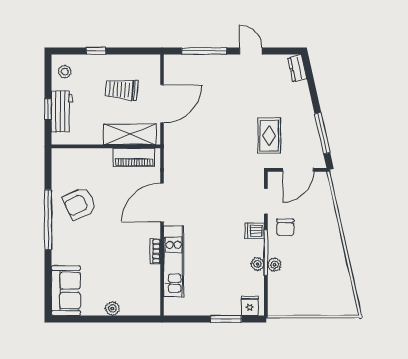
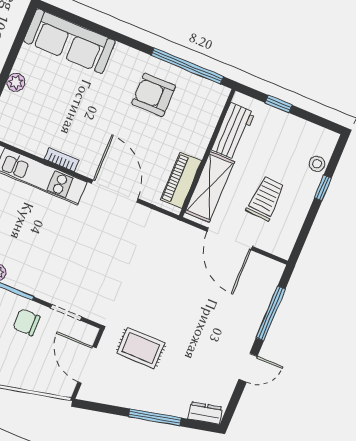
stool: (65, 72) -> (317, 164), moved
workbench: (62, 111) -> (233, 131), moved, turned -90
window: (322, 133) -> (155, 417), moved
armchair: (80, 204) -> (154, 95), turned -64
window: (48, 220) -> (187, 66), moved
dishwasher: (255, 231) -> (38, 285), removed
sofa: (66, 291) -> (70, 41), width x1.36

